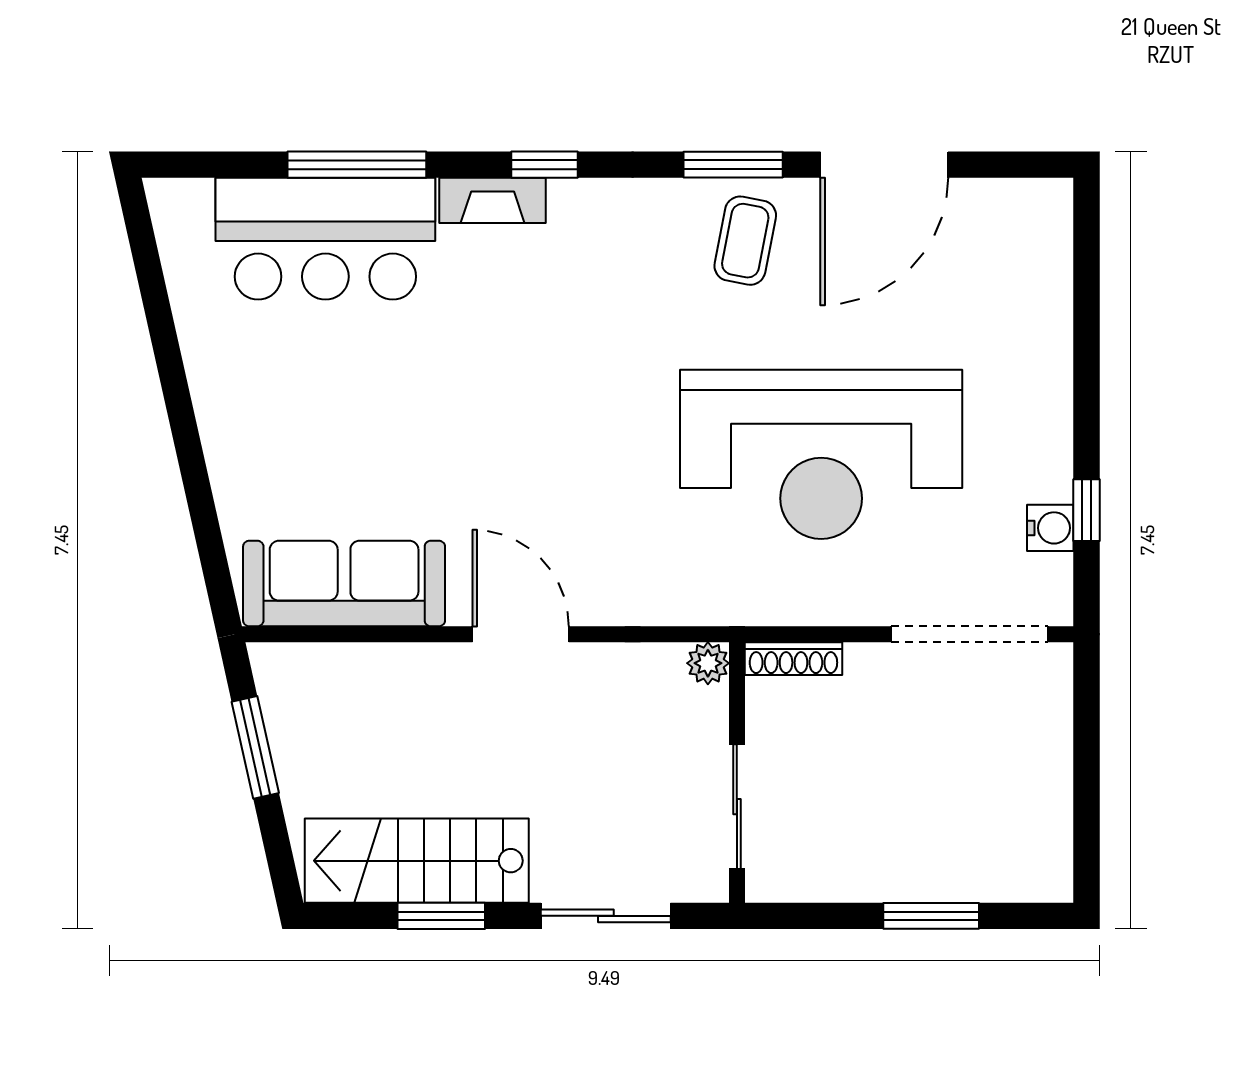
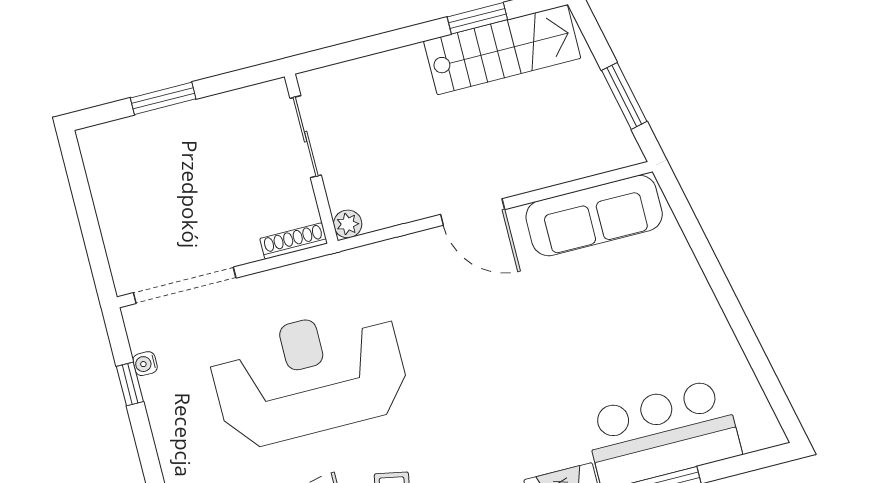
water cooler: (1050, 528) -> (145, 364), width x0.72, depth x0.72
sliding door: (606, 916) -> (372, 45), removed

